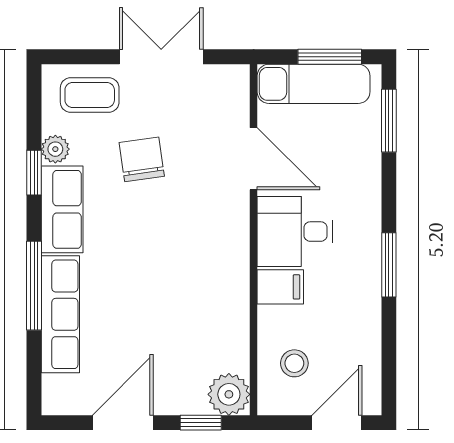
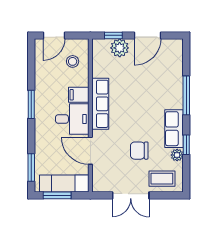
chair: (142, 159) -> (139, 151), turned 98
row of seats: (60, 314) -> (100, 104), moved, turned 180
plant: (229, 394) -> (120, 48), moved

